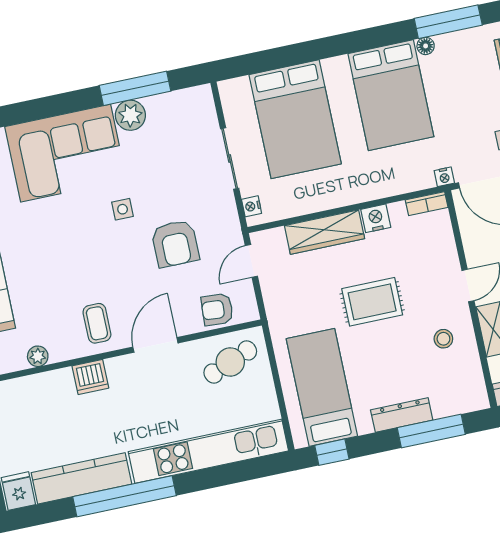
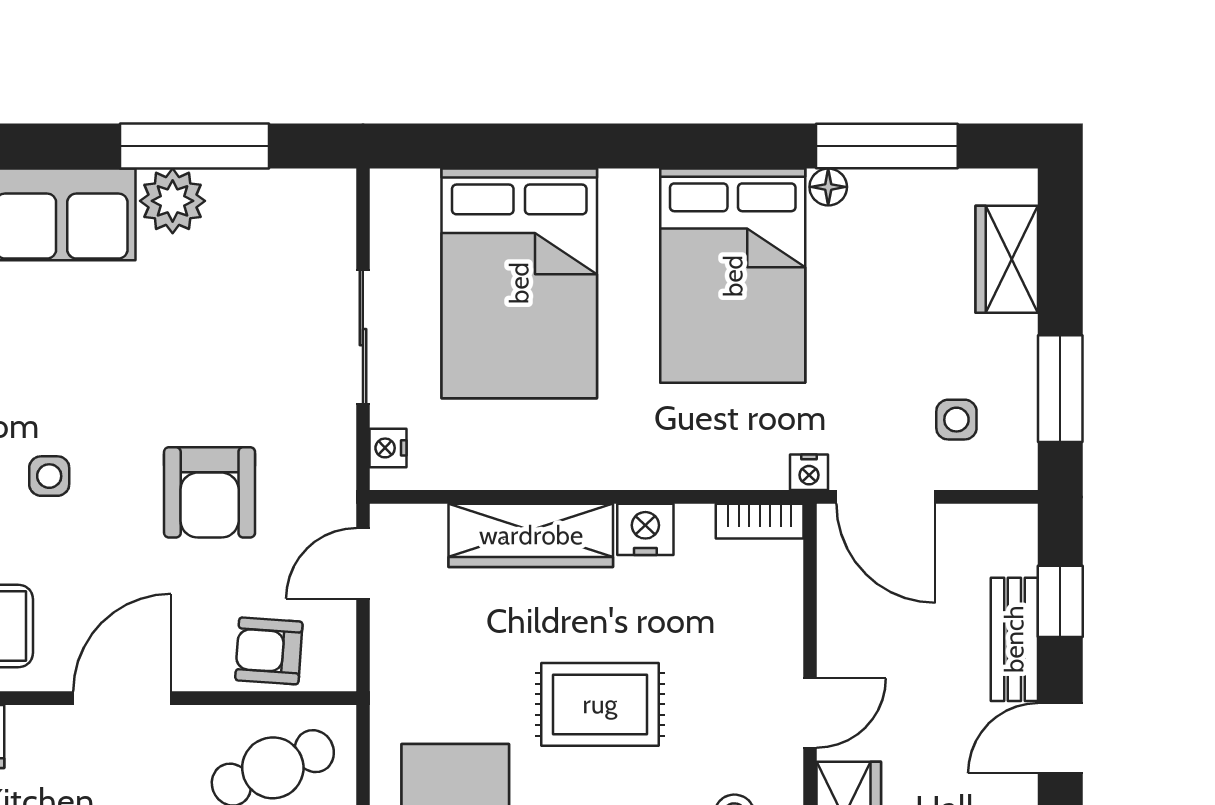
side table: (123, 209) -> (49, 476), moved

